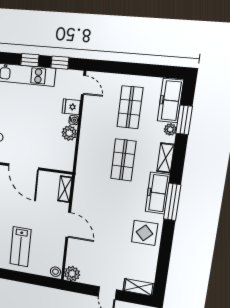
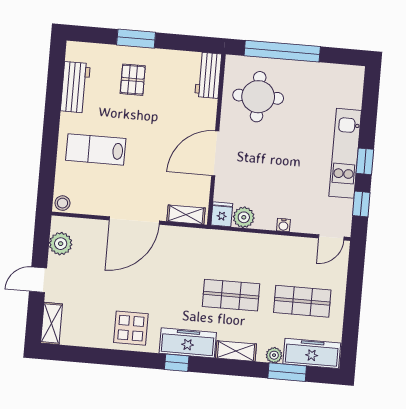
fridge: (71, 107) -> (222, 214), moved
plant: (69, 133) -> (244, 217), moved
window: (172, 202) -> (177, 363), width x0.46
door: (68, 225) -> (134, 221), width x1.36
plant: (72, 274) -> (61, 244), moved

